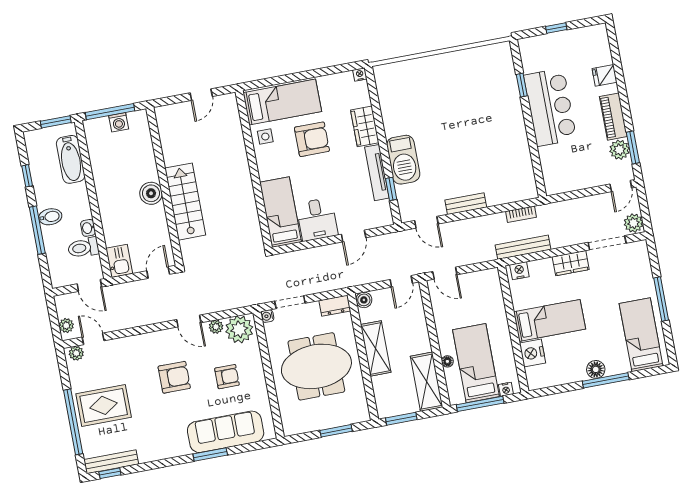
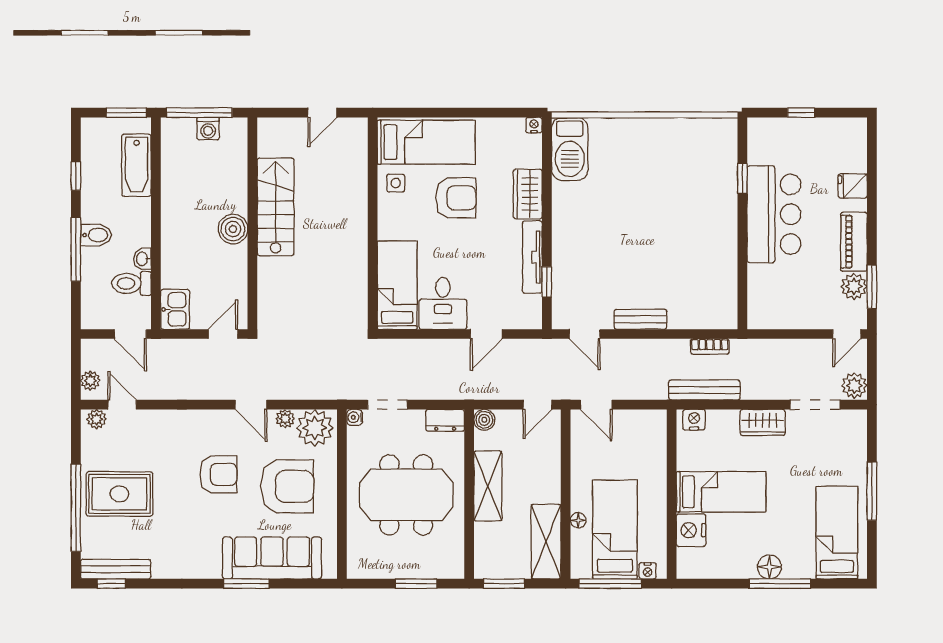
barbecue: (403, 160) -> (570, 149), moved
stairs: (185, 202) -> (276, 207), moved
armchair: (227, 377) -> (287, 486), width x1.88, depth x1.88

